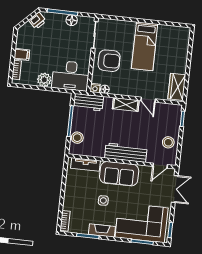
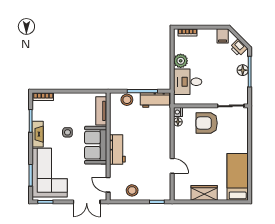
floor lamp: (72, 20) -> (243, 70), moved
bed: (145, 46) -> (238, 177), moved, turned 90
filing cabinet: (22, 54) -> (223, 36), moved
armchair: (109, 61) -> (207, 123), turned 90
desk: (71, 76) -> (188, 82), width x0.73
wardrobe: (177, 87) -> (204, 193), moved
door: (148, 100) -> (172, 166), swing flipped
workbench: (88, 102) -> (155, 100), moved, turned -90
shelving: (126, 105) -> (165, 144), removed
workbench: (126, 153) -> (117, 150), width x0.73

